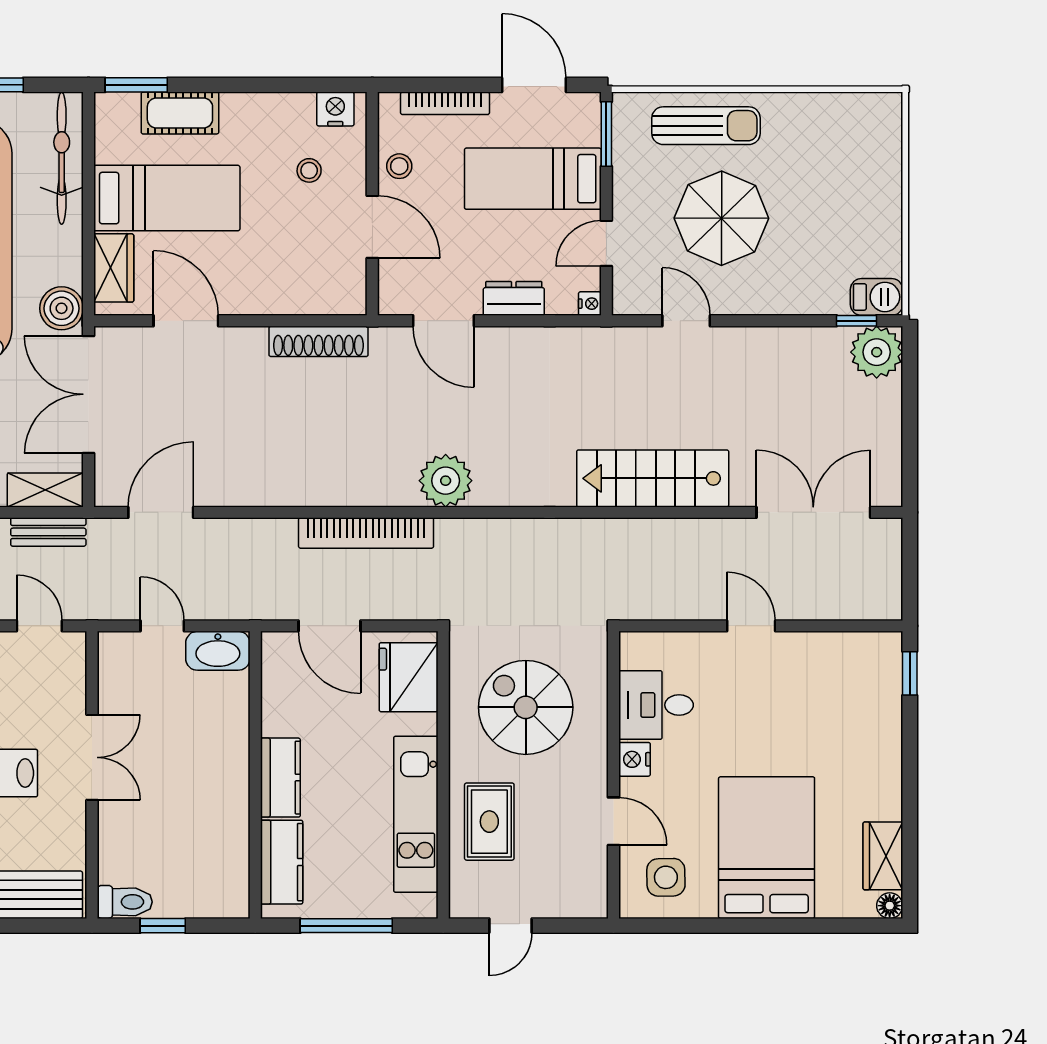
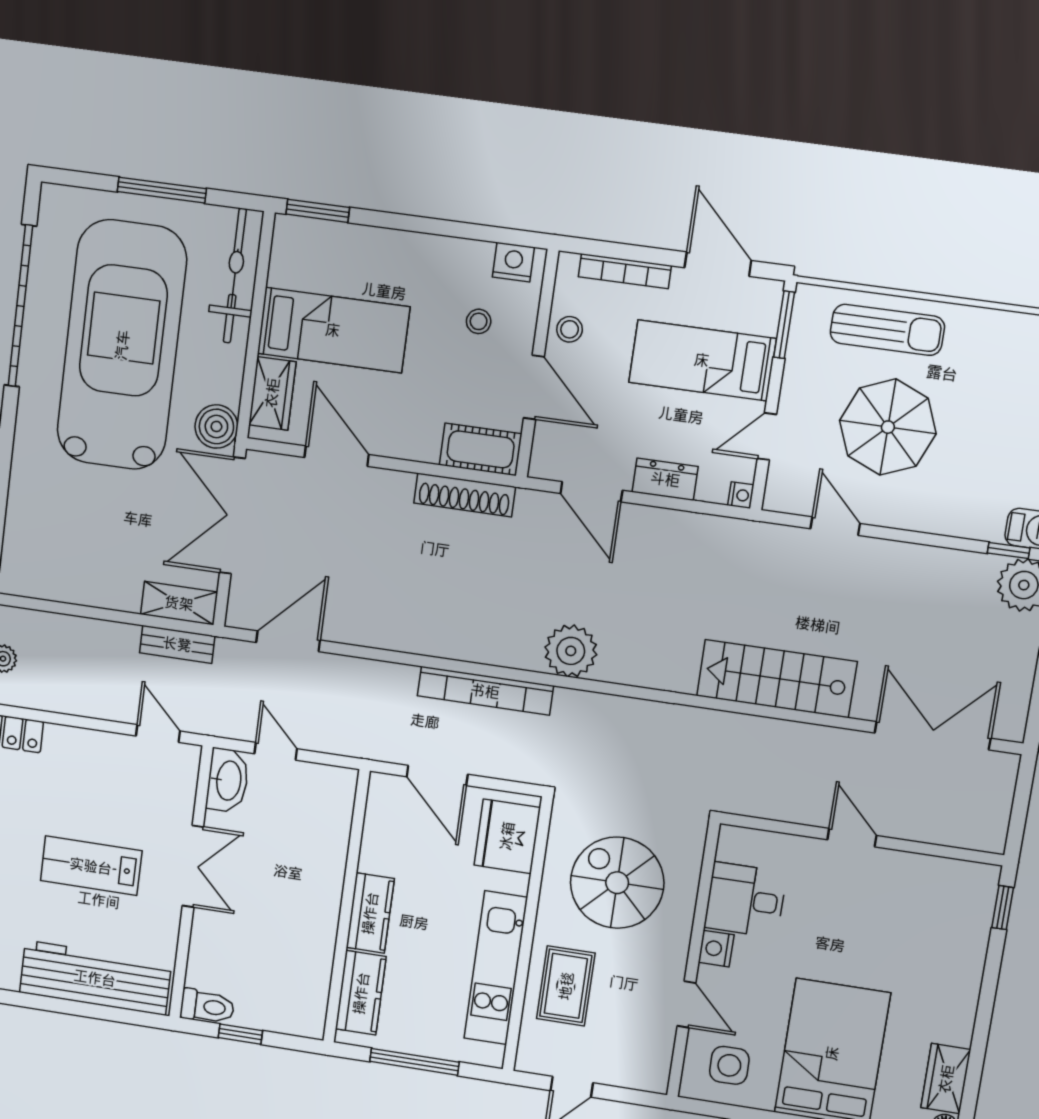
cot: (180, 113) -> (481, 449), moved
washbasin: (218, 651) -> (228, 780), moved, turned -90

